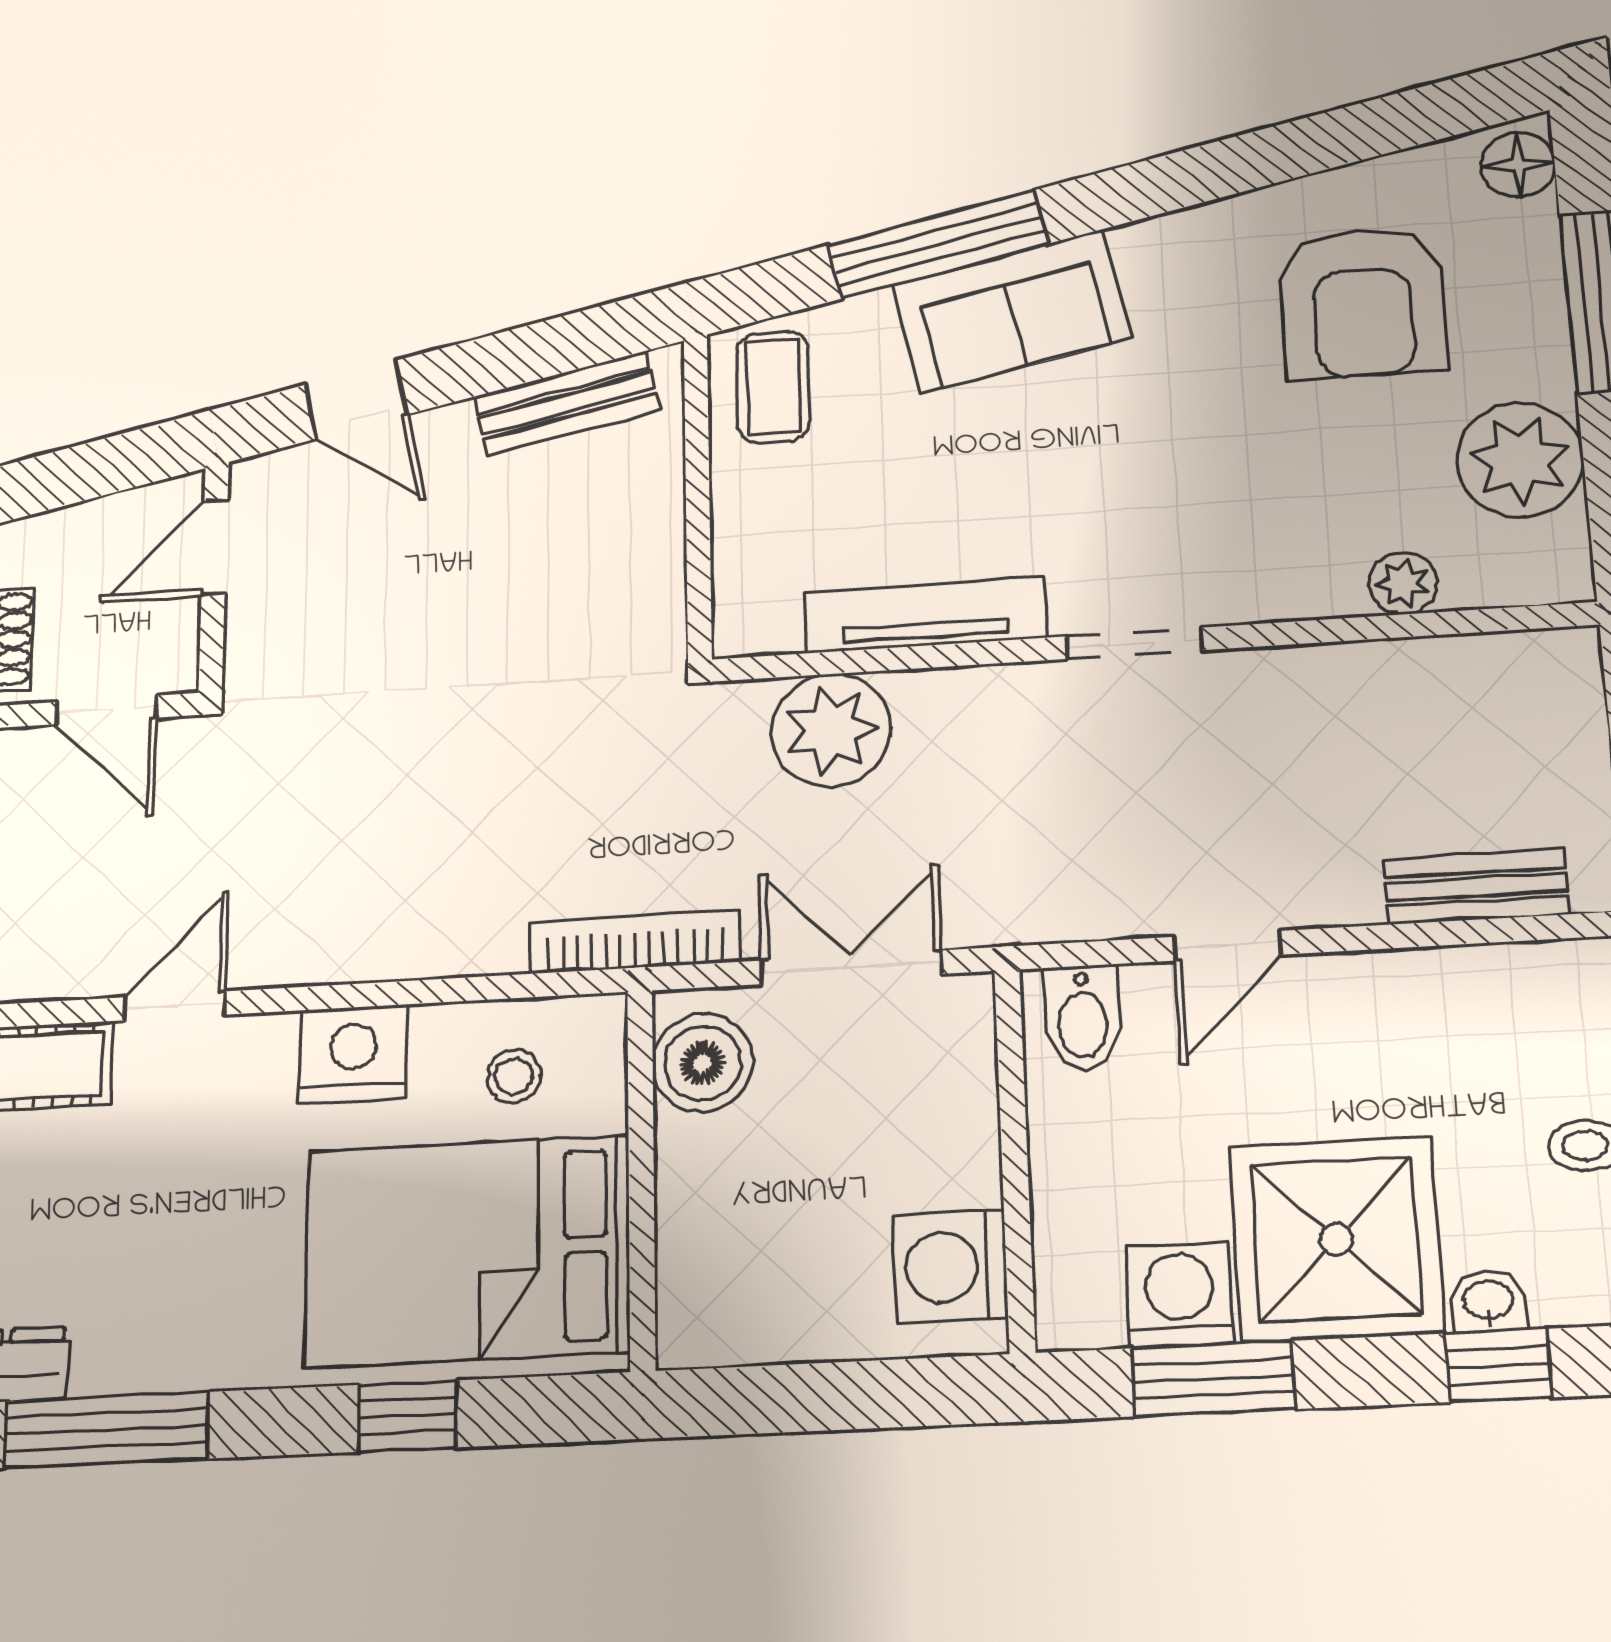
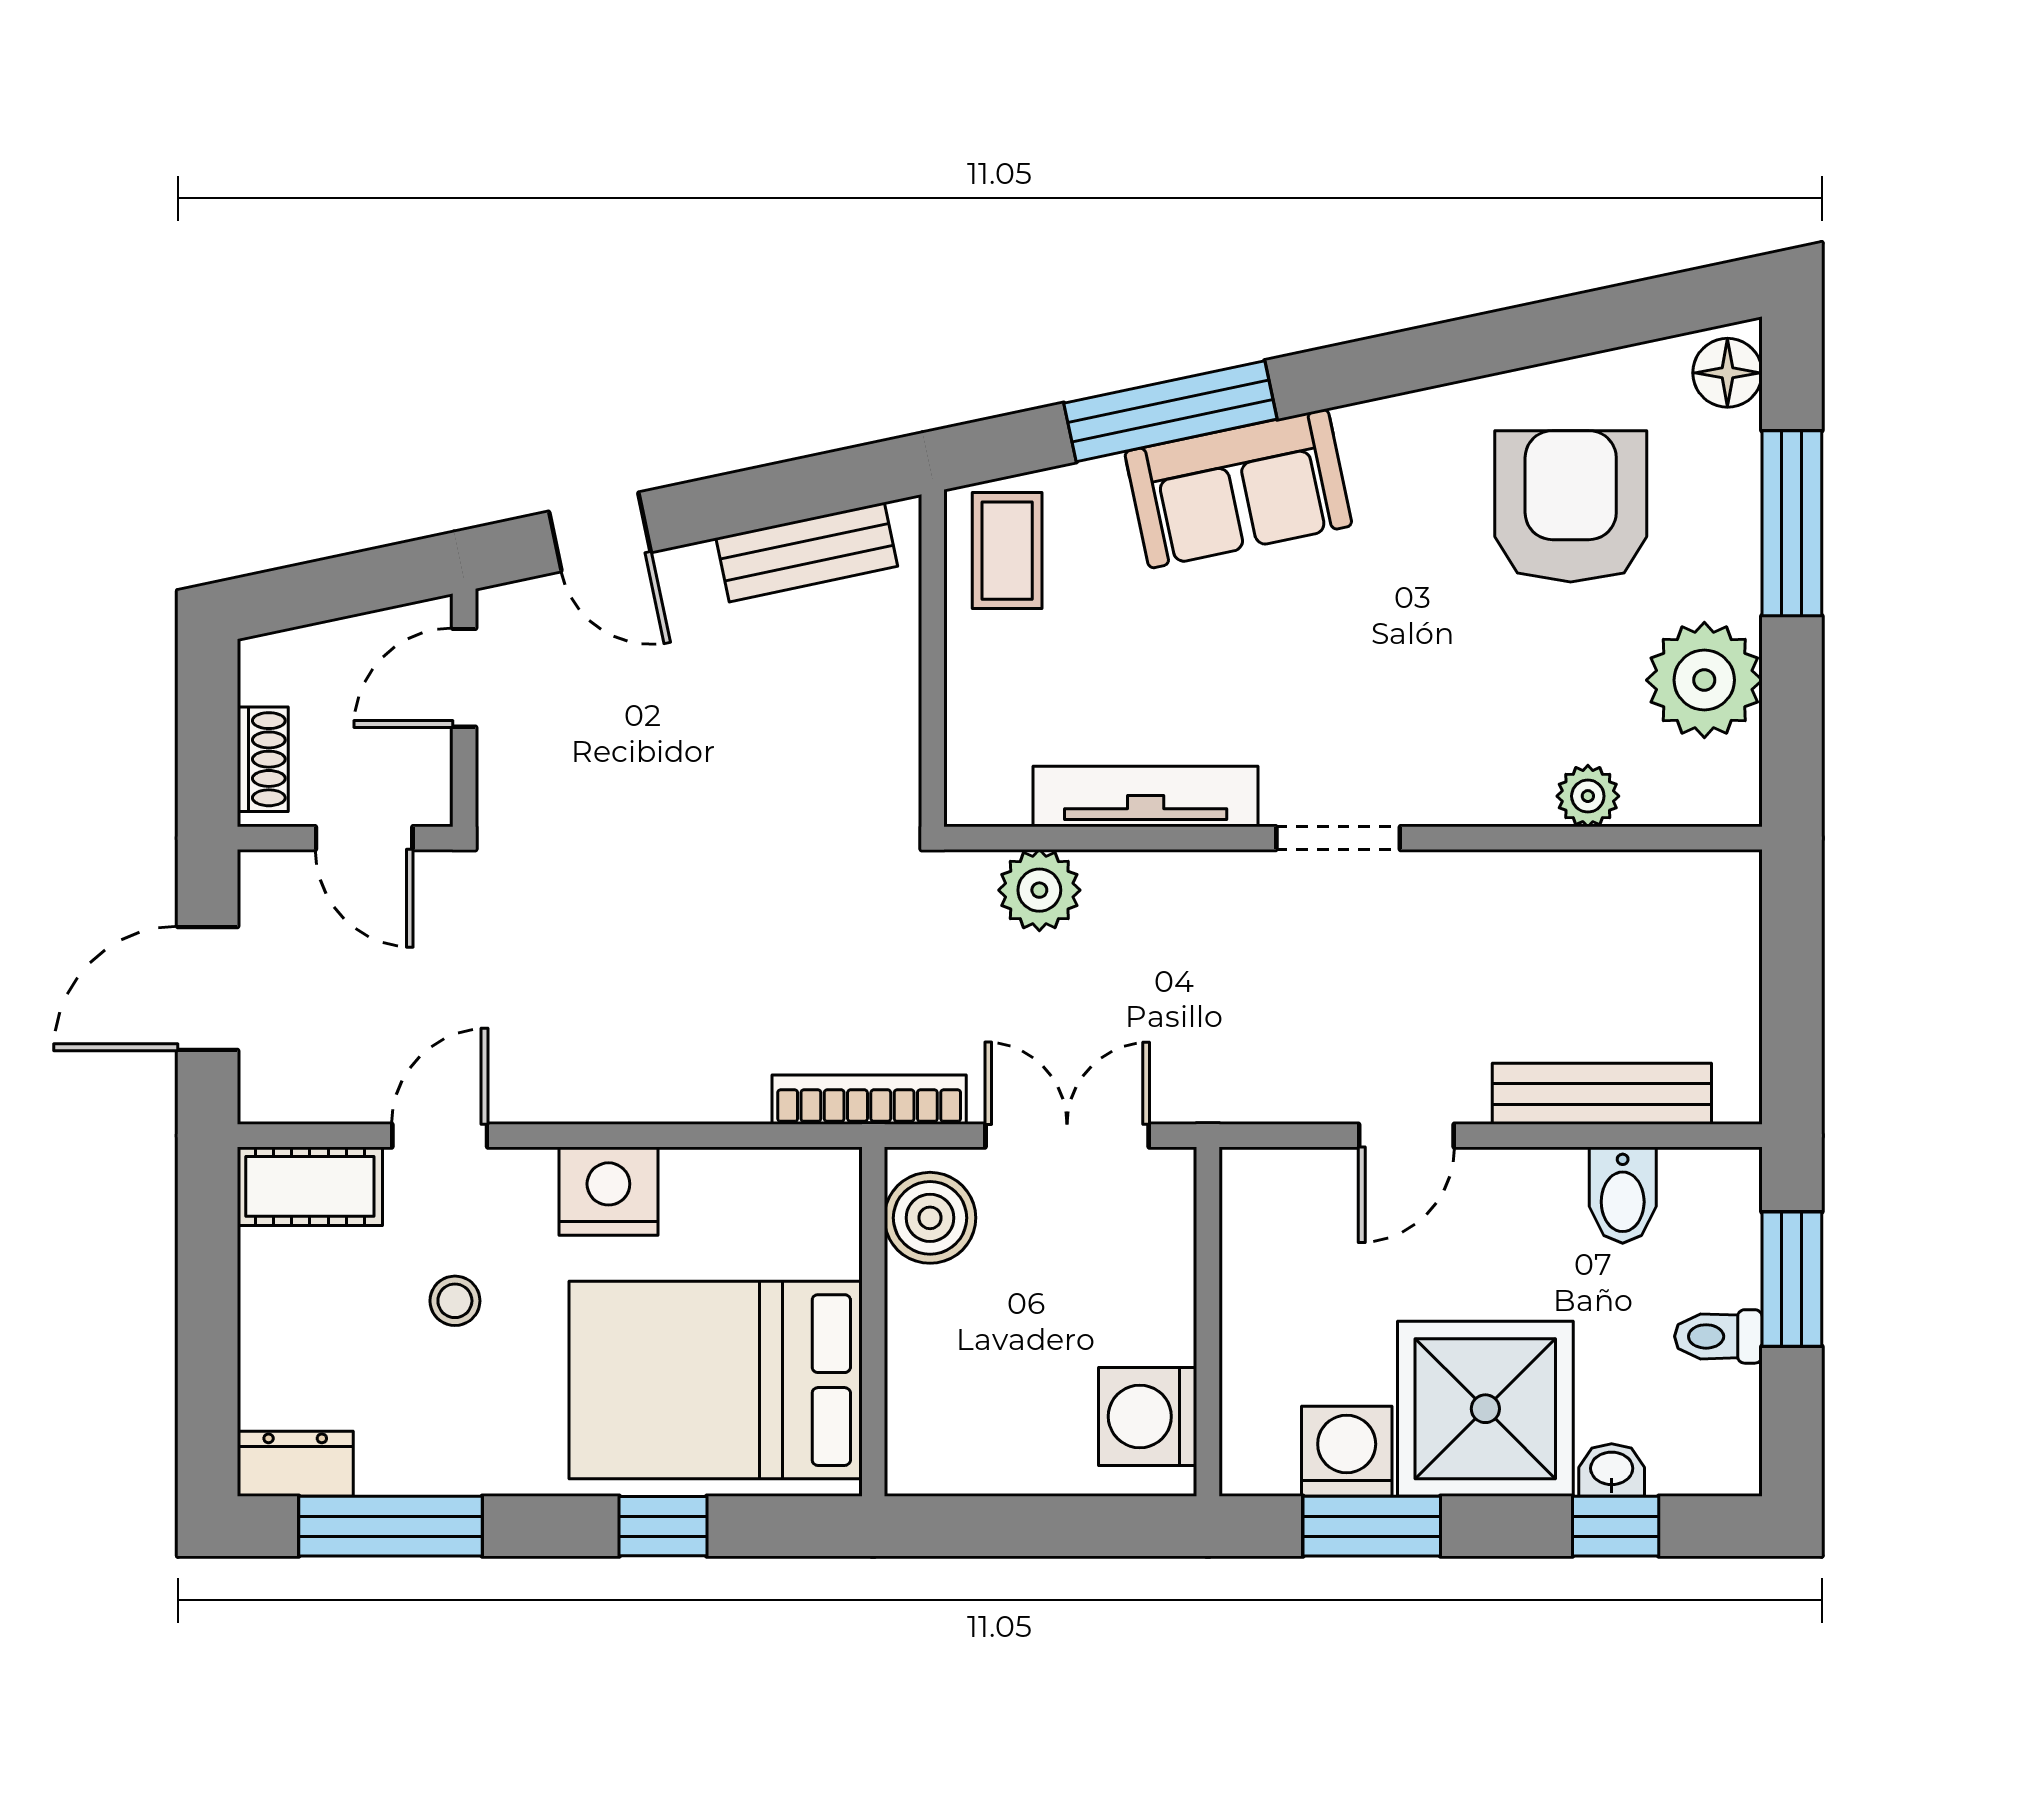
armchair: (1363, 302) -> (1571, 506), turned 180
plant: (831, 730) -> (1039, 890), width x0.73, depth x0.73
bench: (1476, 887) -> (1602, 1094), width x1.36
bidet: (1083, 1017) -> (1623, 1195), moved
stool: (514, 1076) -> (455, 1301), moved

